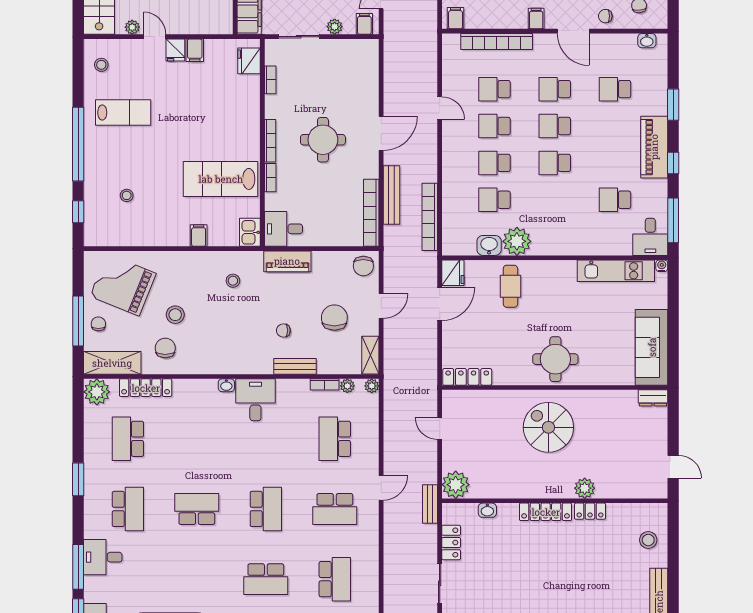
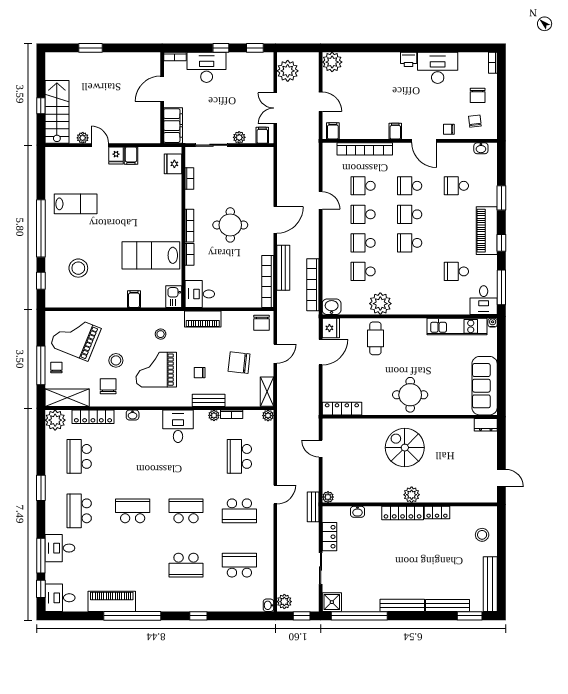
stool: (101, 65) -> (59, 167), removed
stool: (127, 195) -> (78, 268), width x1.89, depth x1.89
washbasin: (489, 245) -> (332, 307), moved
chair: (334, 318) -> (239, 363), turned -84
grand piano: (227, 327) -> (156, 370), added
washbasin: (226, 385) -> (133, 415), moved
plant: (347, 386) -> (214, 415), moved
plant: (456, 485) -> (328, 497), width x0.53, depth x0.53
plant: (585, 488) -> (412, 495), moved
school desk: (128, 509) -> (79, 511), turned 180
school desk: (266, 509) -> (186, 511), turned -90
school desk: (335, 579) -> (239, 565), turned -90

